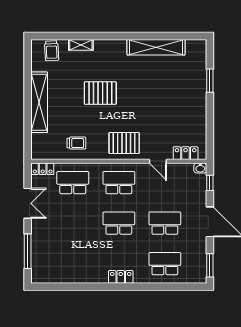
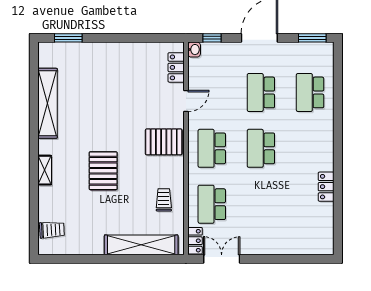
shelving: (81, 45) -> (45, 170), moved
window: (210, 81) -> (68, 38), moved
shelving: (39, 102) -> (141, 245), moved
pallet: (124, 143) -> (164, 142), turned 90
double door: (28, 203) -> (222, 259), moved
window: (28, 251) -> (295, 259), removed
locker: (121, 277) -> (326, 187), moved

